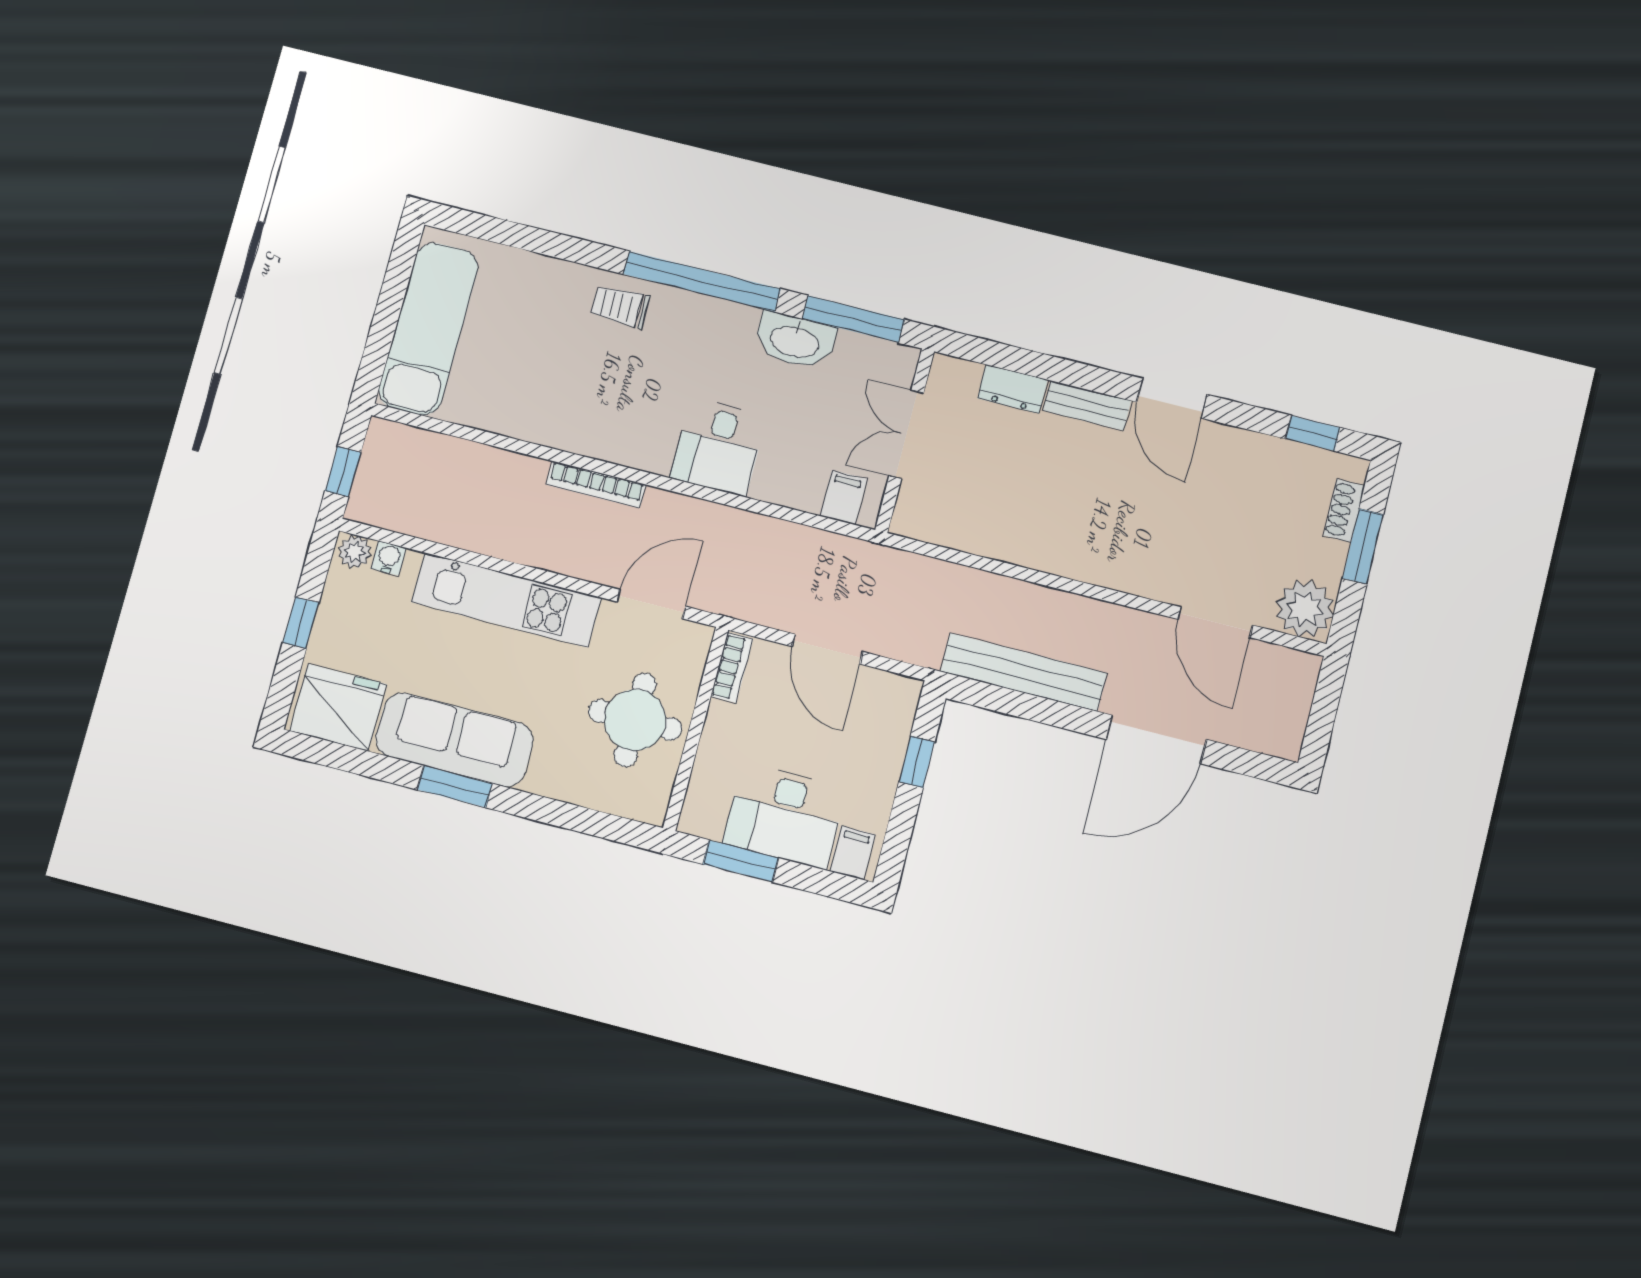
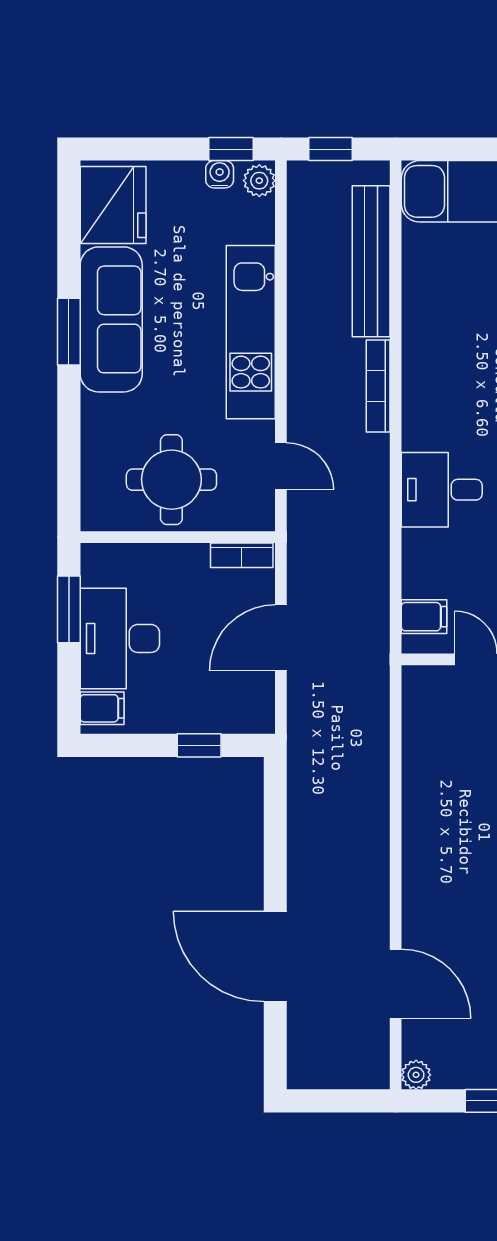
water cooler: (389, 558) -> (220, 174), moved, turned -90
door: (651, 604) -> (281, 466), width x0.73
plant: (1305, 609) -> (416, 1075), width x0.53, depth x0.53
door: (1215, 622) -> (396, 984), swing flipped
window: (301, 623) -> (231, 149), moved
bench: (1023, 672) -> (371, 261), moved

